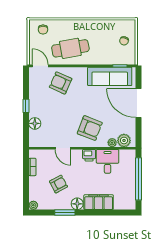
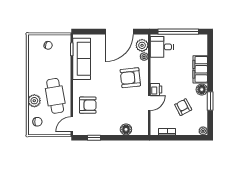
plant: (65, 26) -> (34, 101), added
armchair: (61, 83) -> (88, 105), turned -114
door: (138, 103) -> (119, 32), moved
window: (26, 106) -> (94, 138), moved
armchair: (90, 128) -> (130, 78), turned -117
printer: (89, 155) -> (156, 89), moved
desk: (108, 161) -> (162, 47), moved

